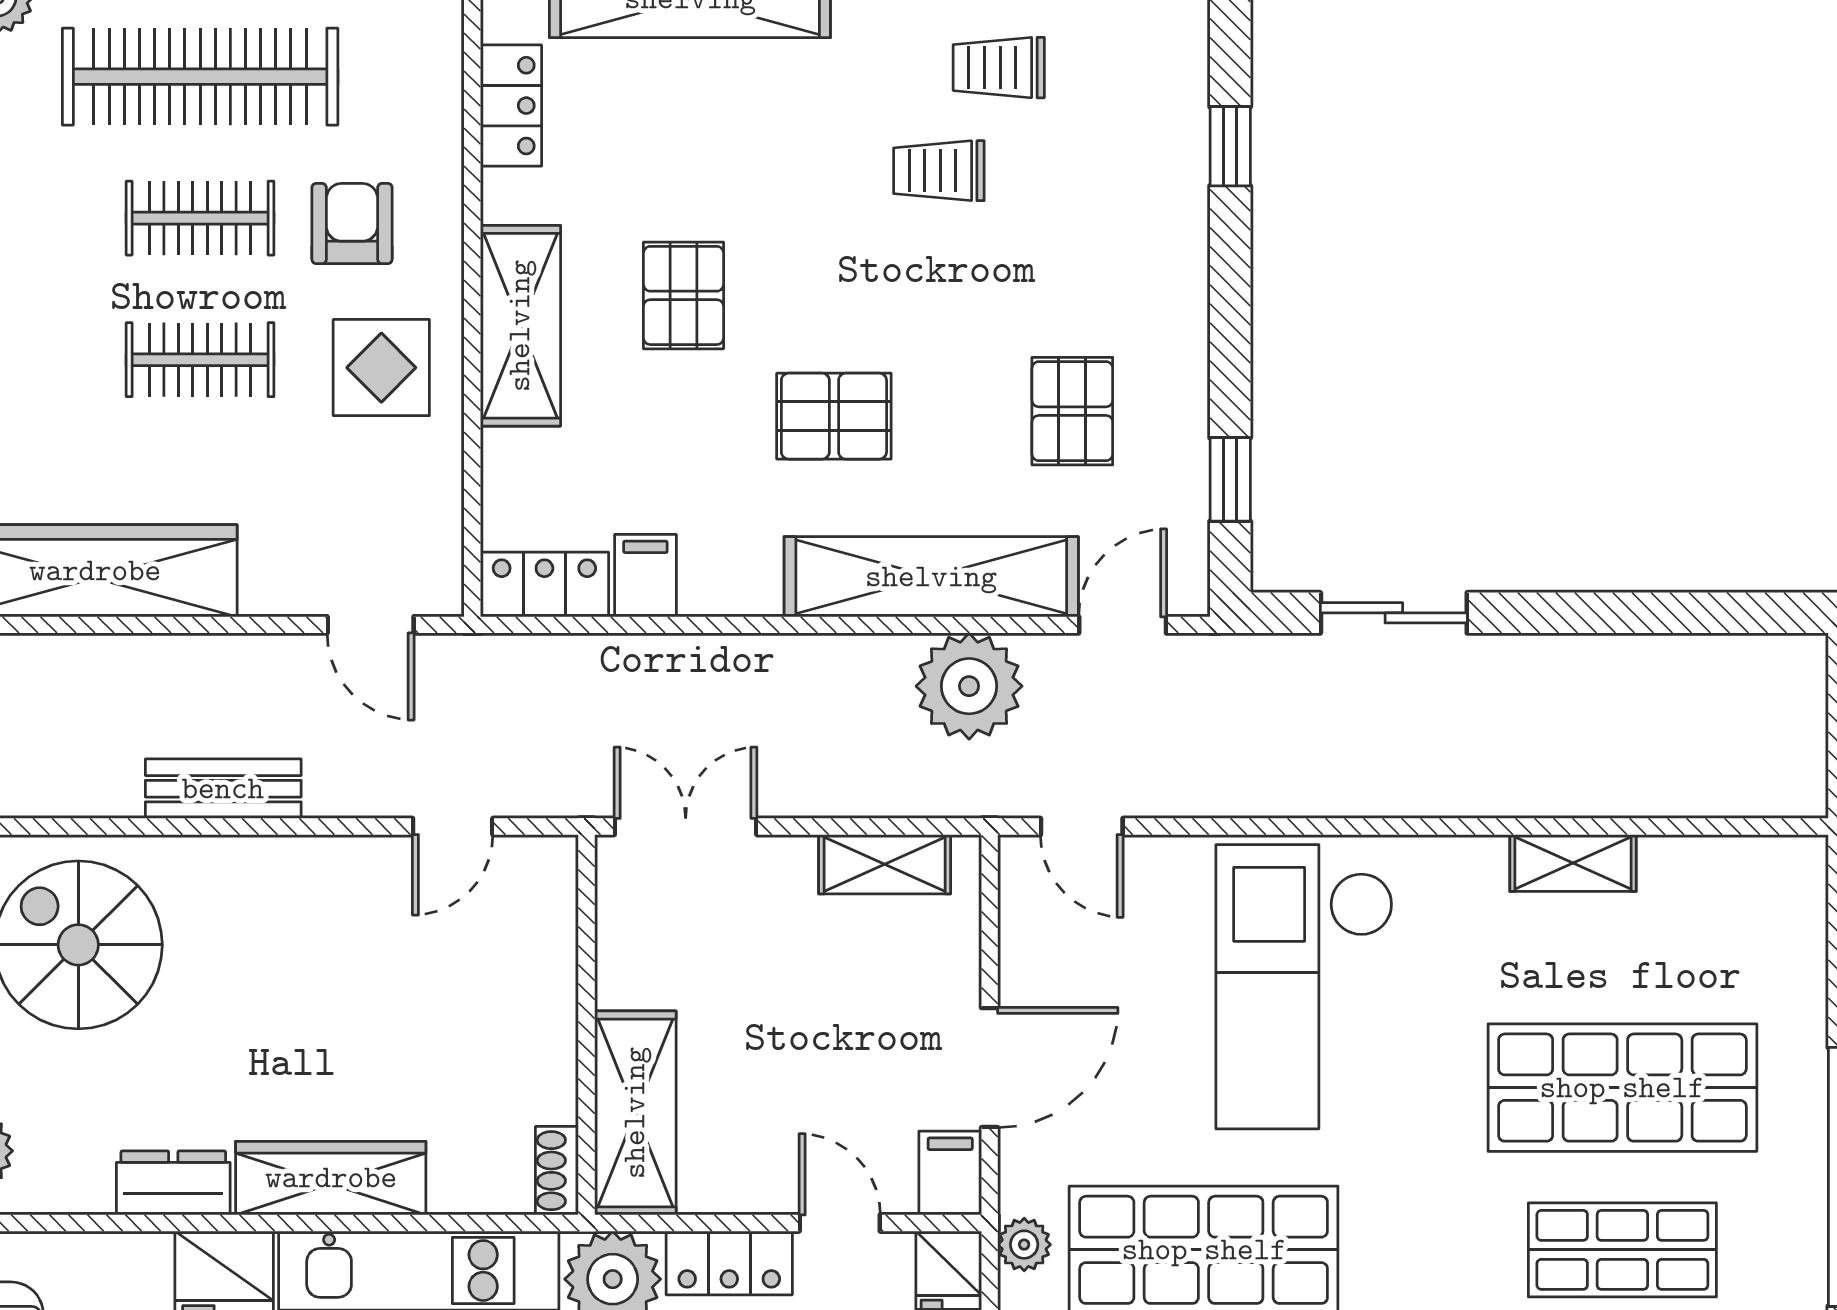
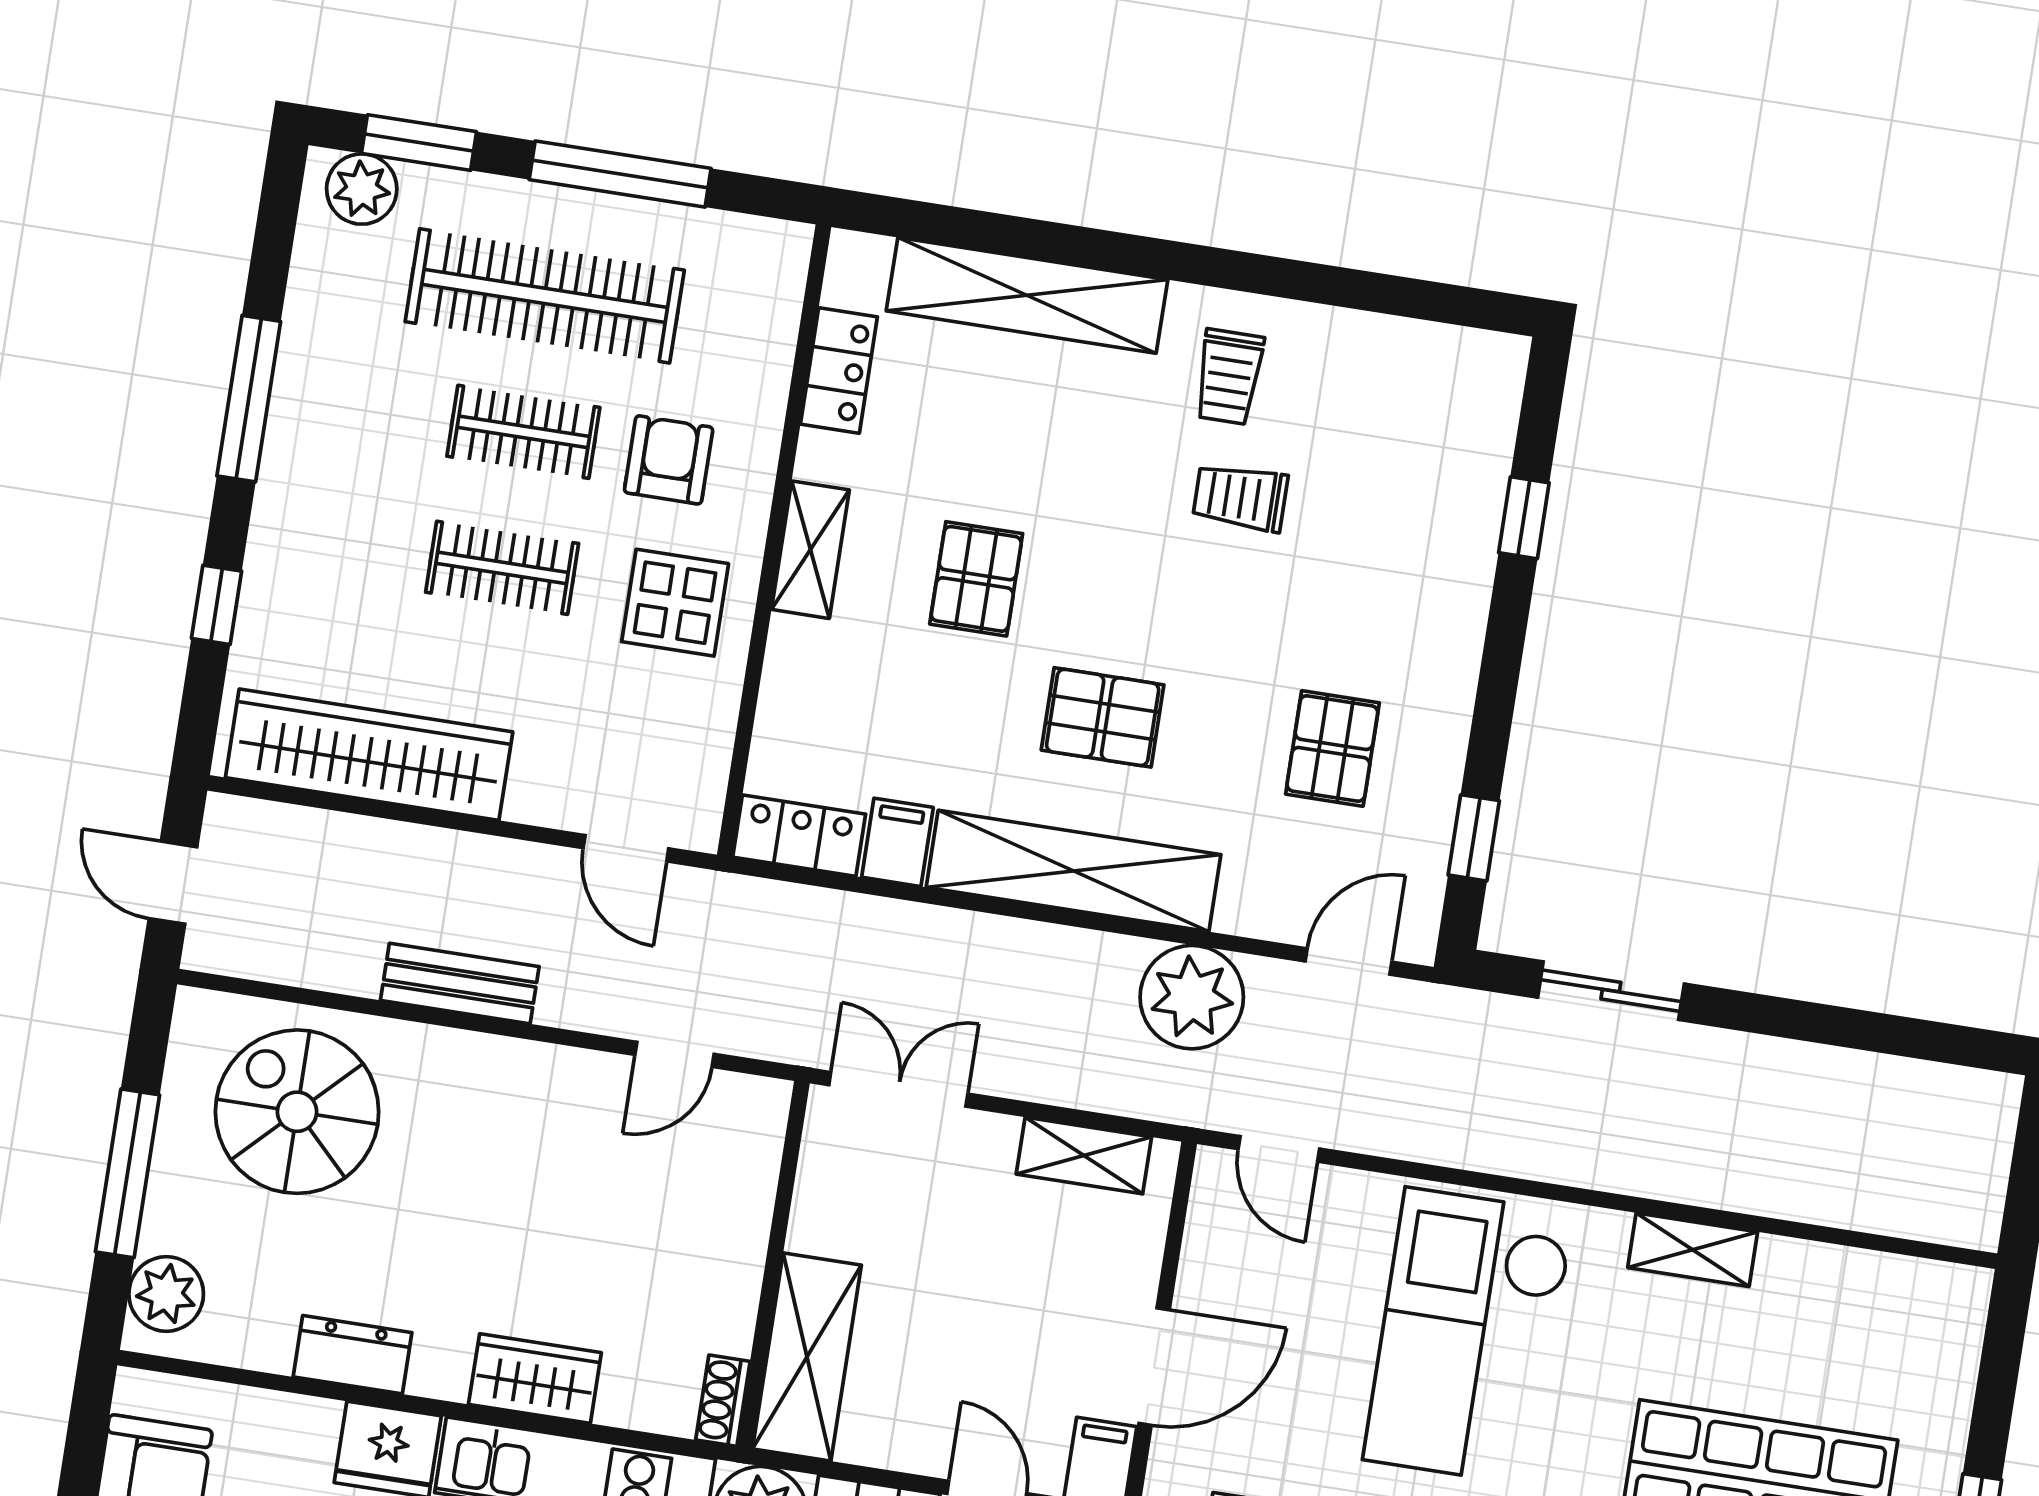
trolley: (999, 68) -> (1229, 377), moved, turned -90
shelving: (520, 326) -> (810, 550), width x0.67, depth x0.75
shelving: (931, 577) -> (1074, 871), moved
shelving: (1573, 863) -> (1693, 1250), moved
wardrobe: (331, 1178) -> (535, 1379), width x0.67

